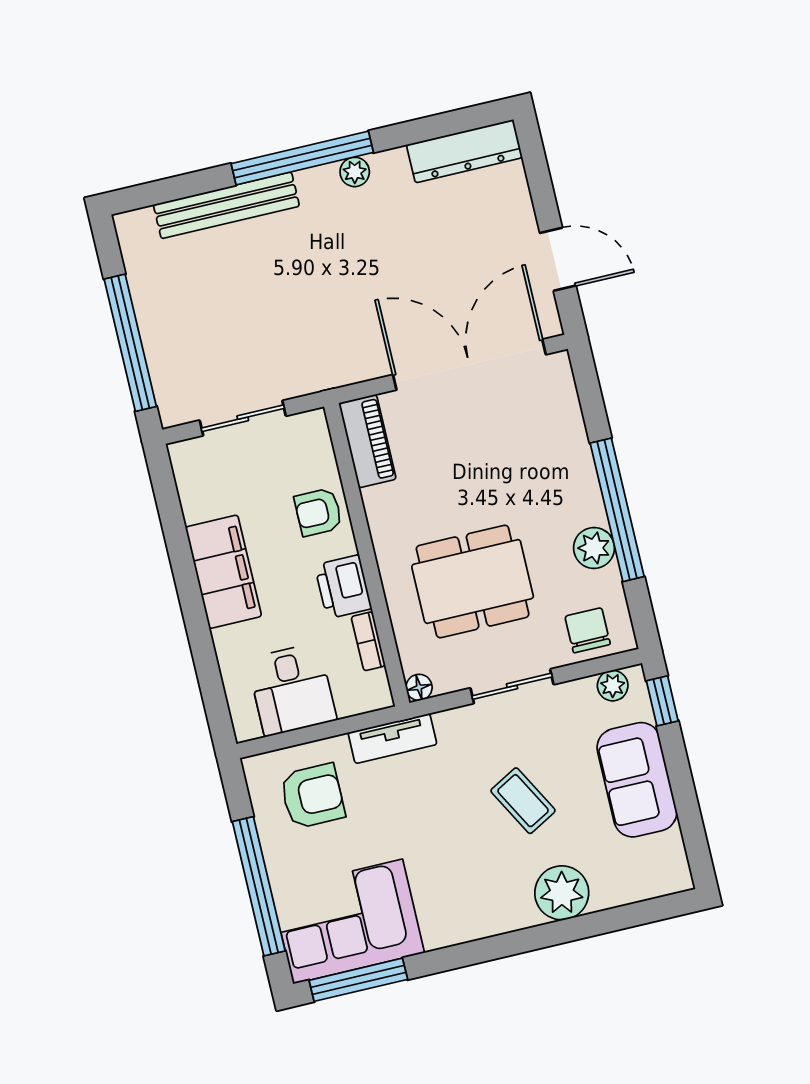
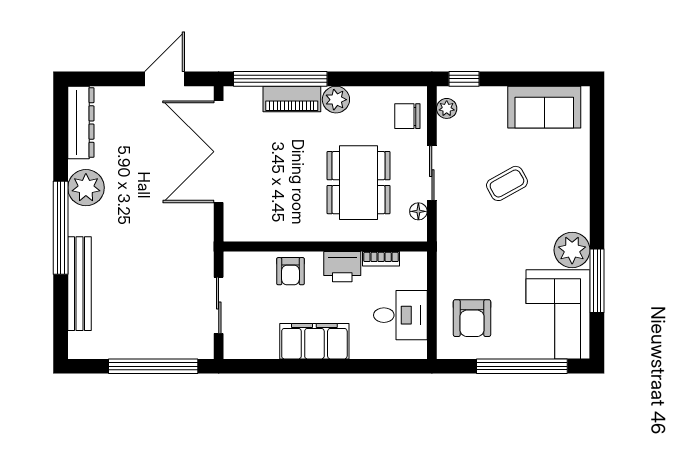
plant: (355, 172) -> (86, 188), width x1.88, depth x1.88
piano: (367, 441) -> (292, 99), moved, turned 180
window: (617, 510) -> (280, 79), moved
plant: (594, 548) -> (336, 100), moved
floor lamp: (419, 687) -> (418, 211), moved
tv unit: (392, 739) -> (447, 258), removed
sofa: (637, 780) -> (544, 107), moved
armchair: (312, 796) -> (472, 318), turned 180
plant: (562, 893) -> (572, 250), moved
window: (358, 980) -> (597, 281), moved

